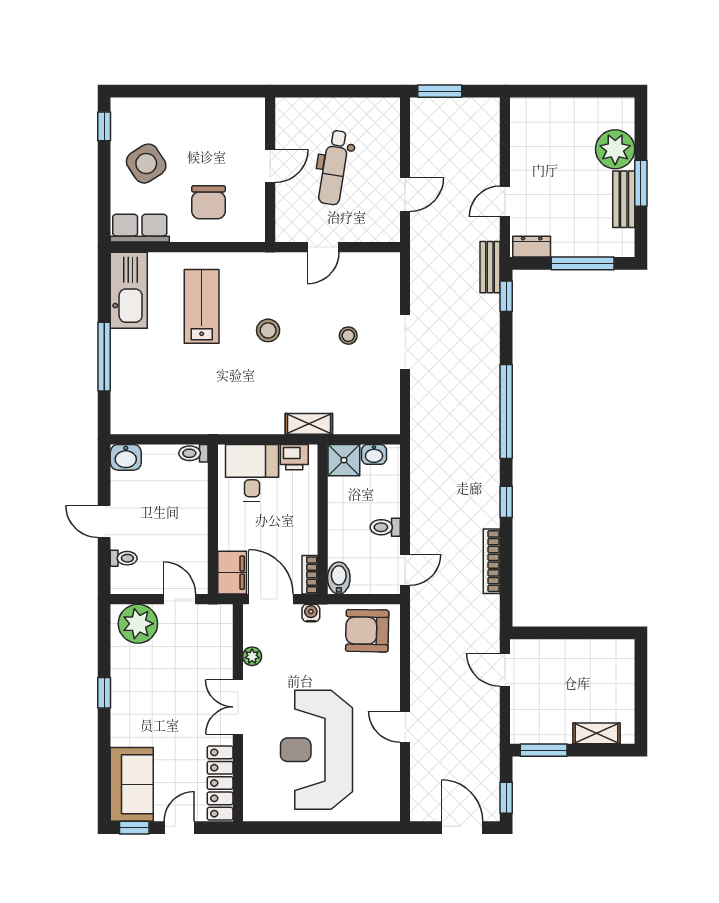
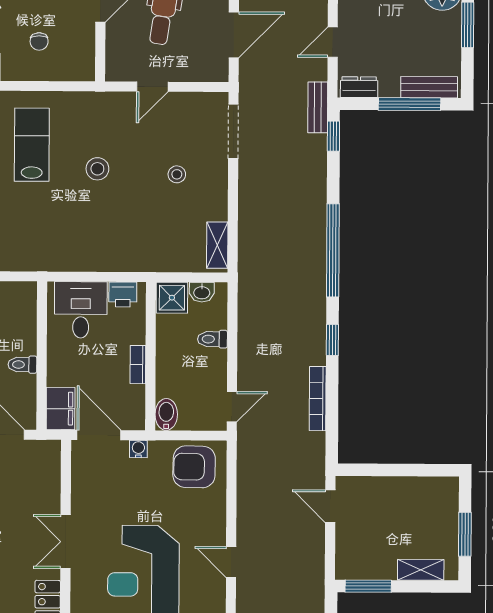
door: (405, 195) -> (234, 35), width x1.38
bench: (624, 199) -> (429, 87), moved, turned 90
chair: (208, 202) -> (39, 41), width x0.54, depth x0.54
doorway: (405, 342) -> (233, 131), moved
shelving: (309, 424) -> (217, 245), moved, turned 90
toilet: (193, 453) -> (22, 365), moved
toilet: (385, 527) -> (212, 339), moved
bookcase: (310, 575) -> (138, 365), moved
plant: (252, 656) -> (80, 492), removed
window: (641, 697) -> (465, 534), added

